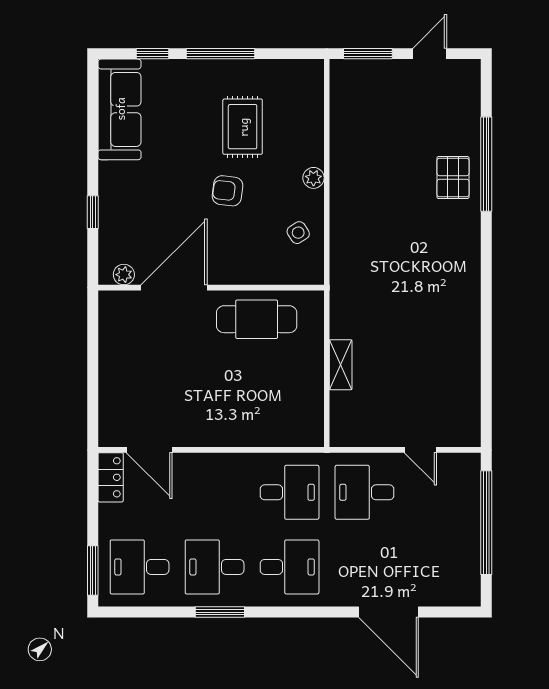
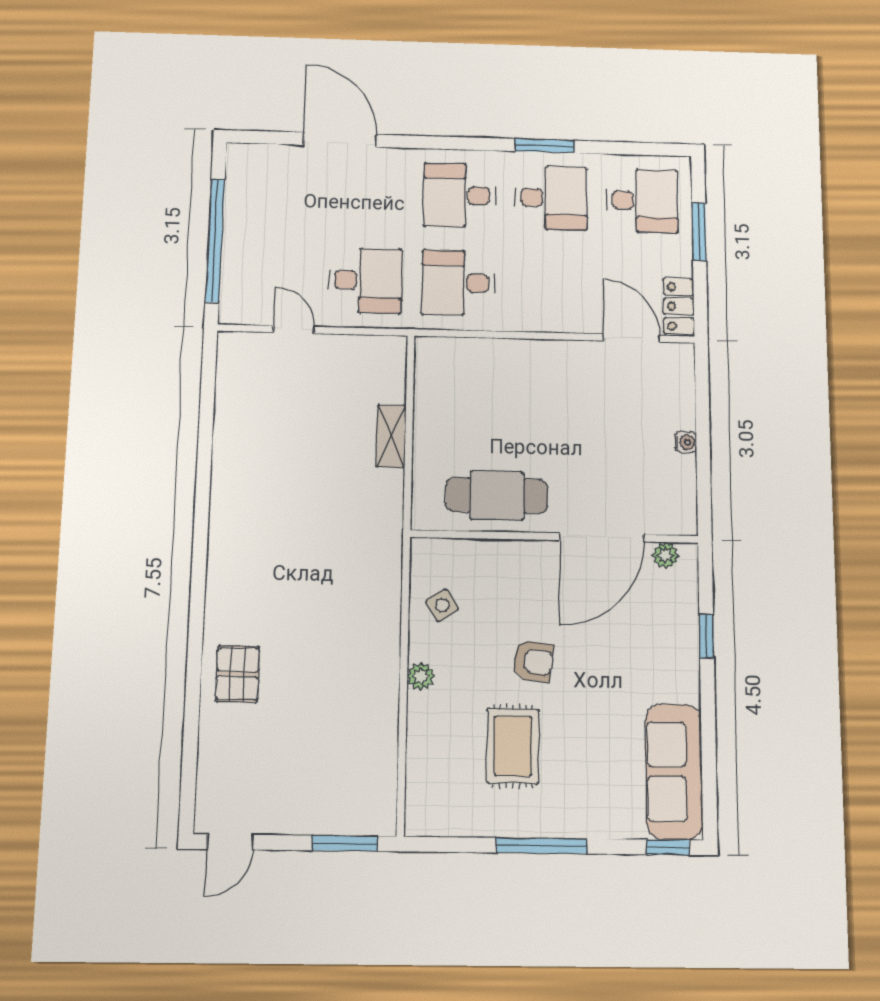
window: (153, 54) -> (668, 847), moved
door: (430, 54) -> (230, 842), moved
window: (486, 164) -> (193, 691), removed
water cooler: (107, 365) -> (686, 442), added
window: (93, 571) -> (699, 232), moved

